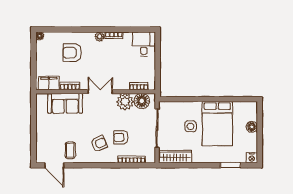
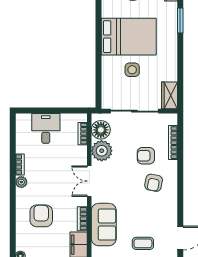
desk: (144, 44) -> (46, 128), moved, turned 90
armchair: (72, 53) -> (41, 216), turned 180
armchair: (121, 137) -> (146, 156), turned 90
armchair: (99, 144) -> (154, 183), turned -145
coffee table: (70, 150) -> (143, 243), moved
wardrobe: (175, 157) -> (170, 95), width x0.67

